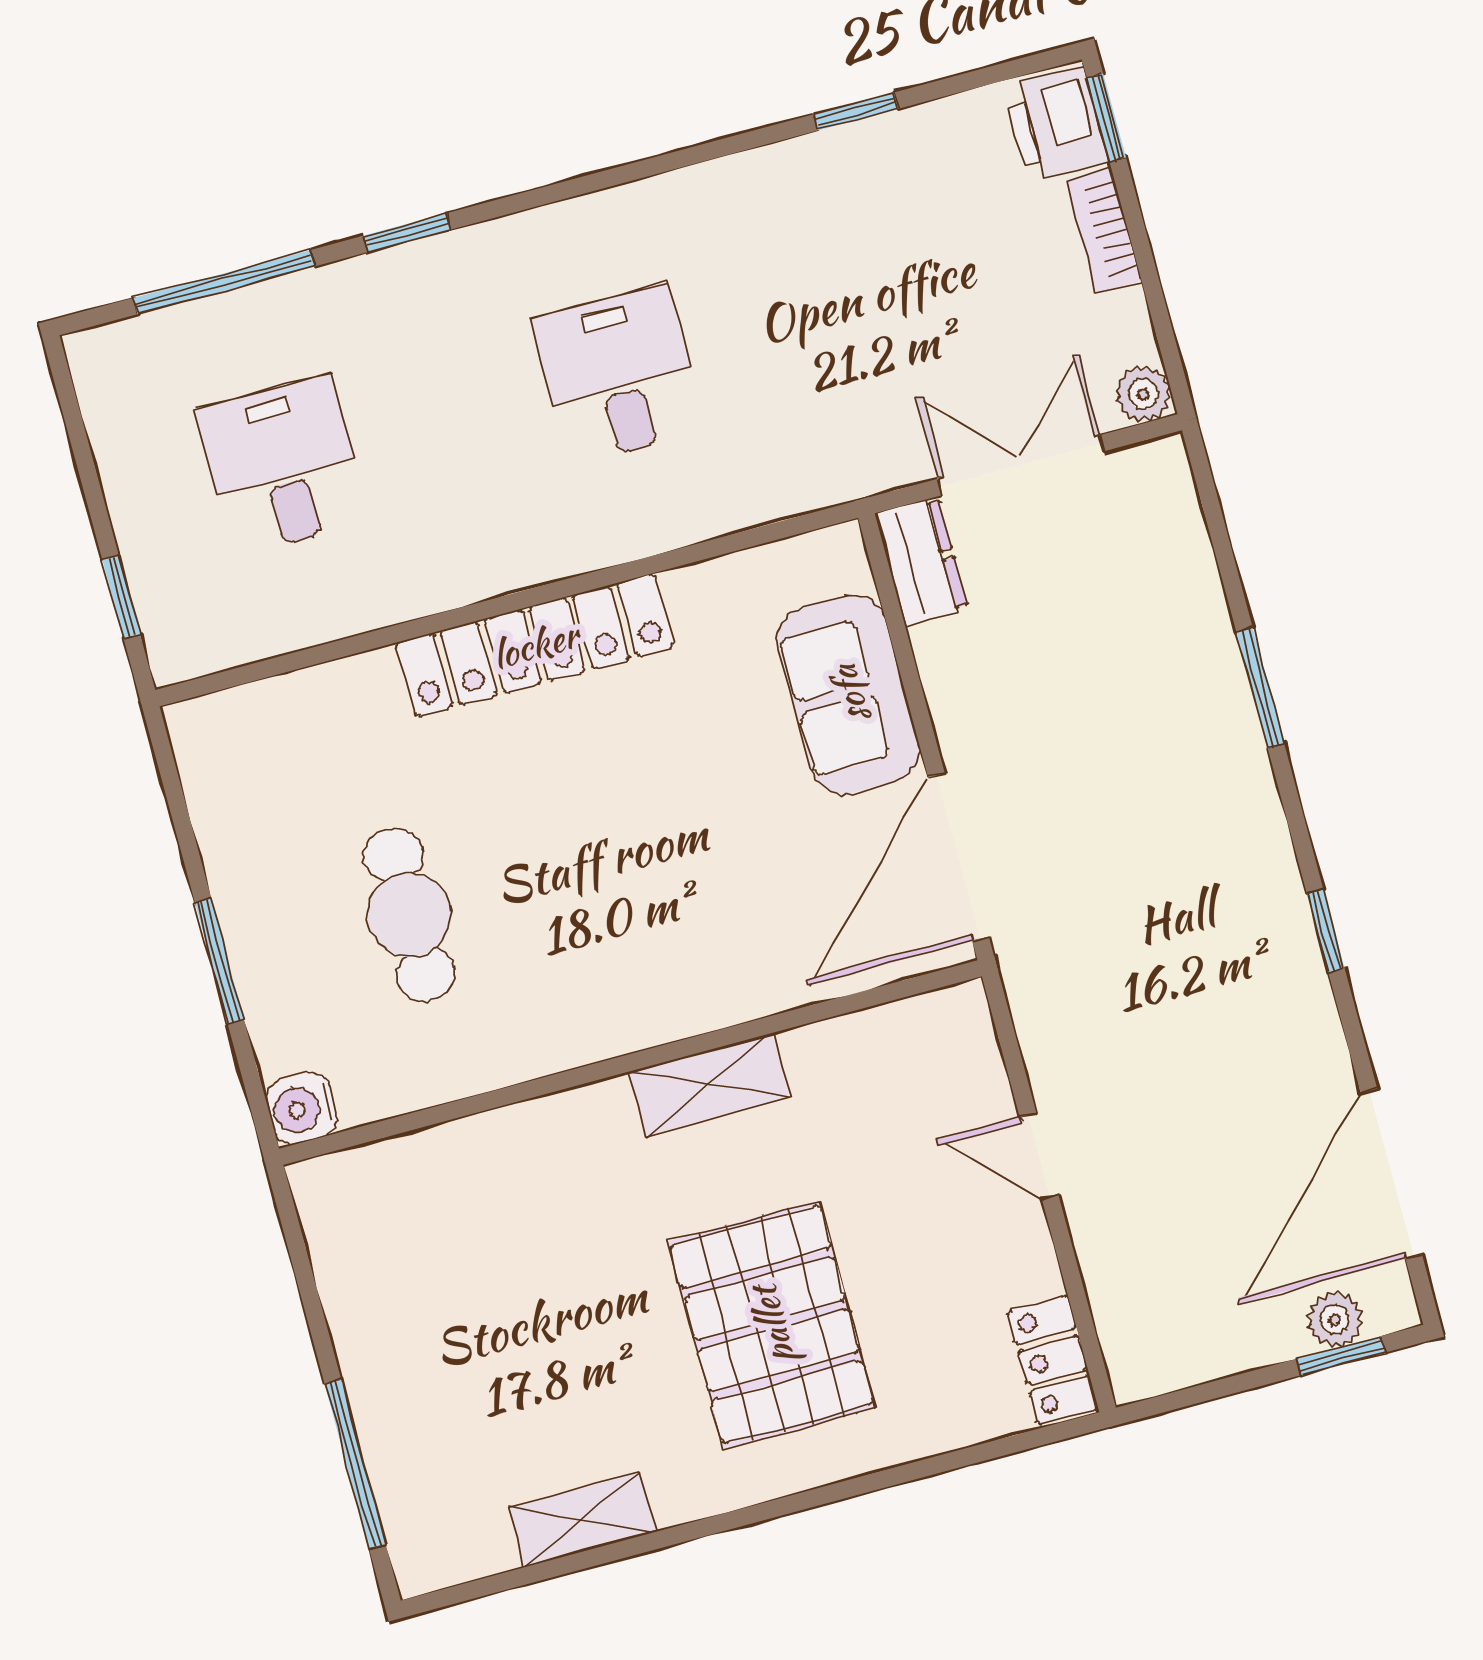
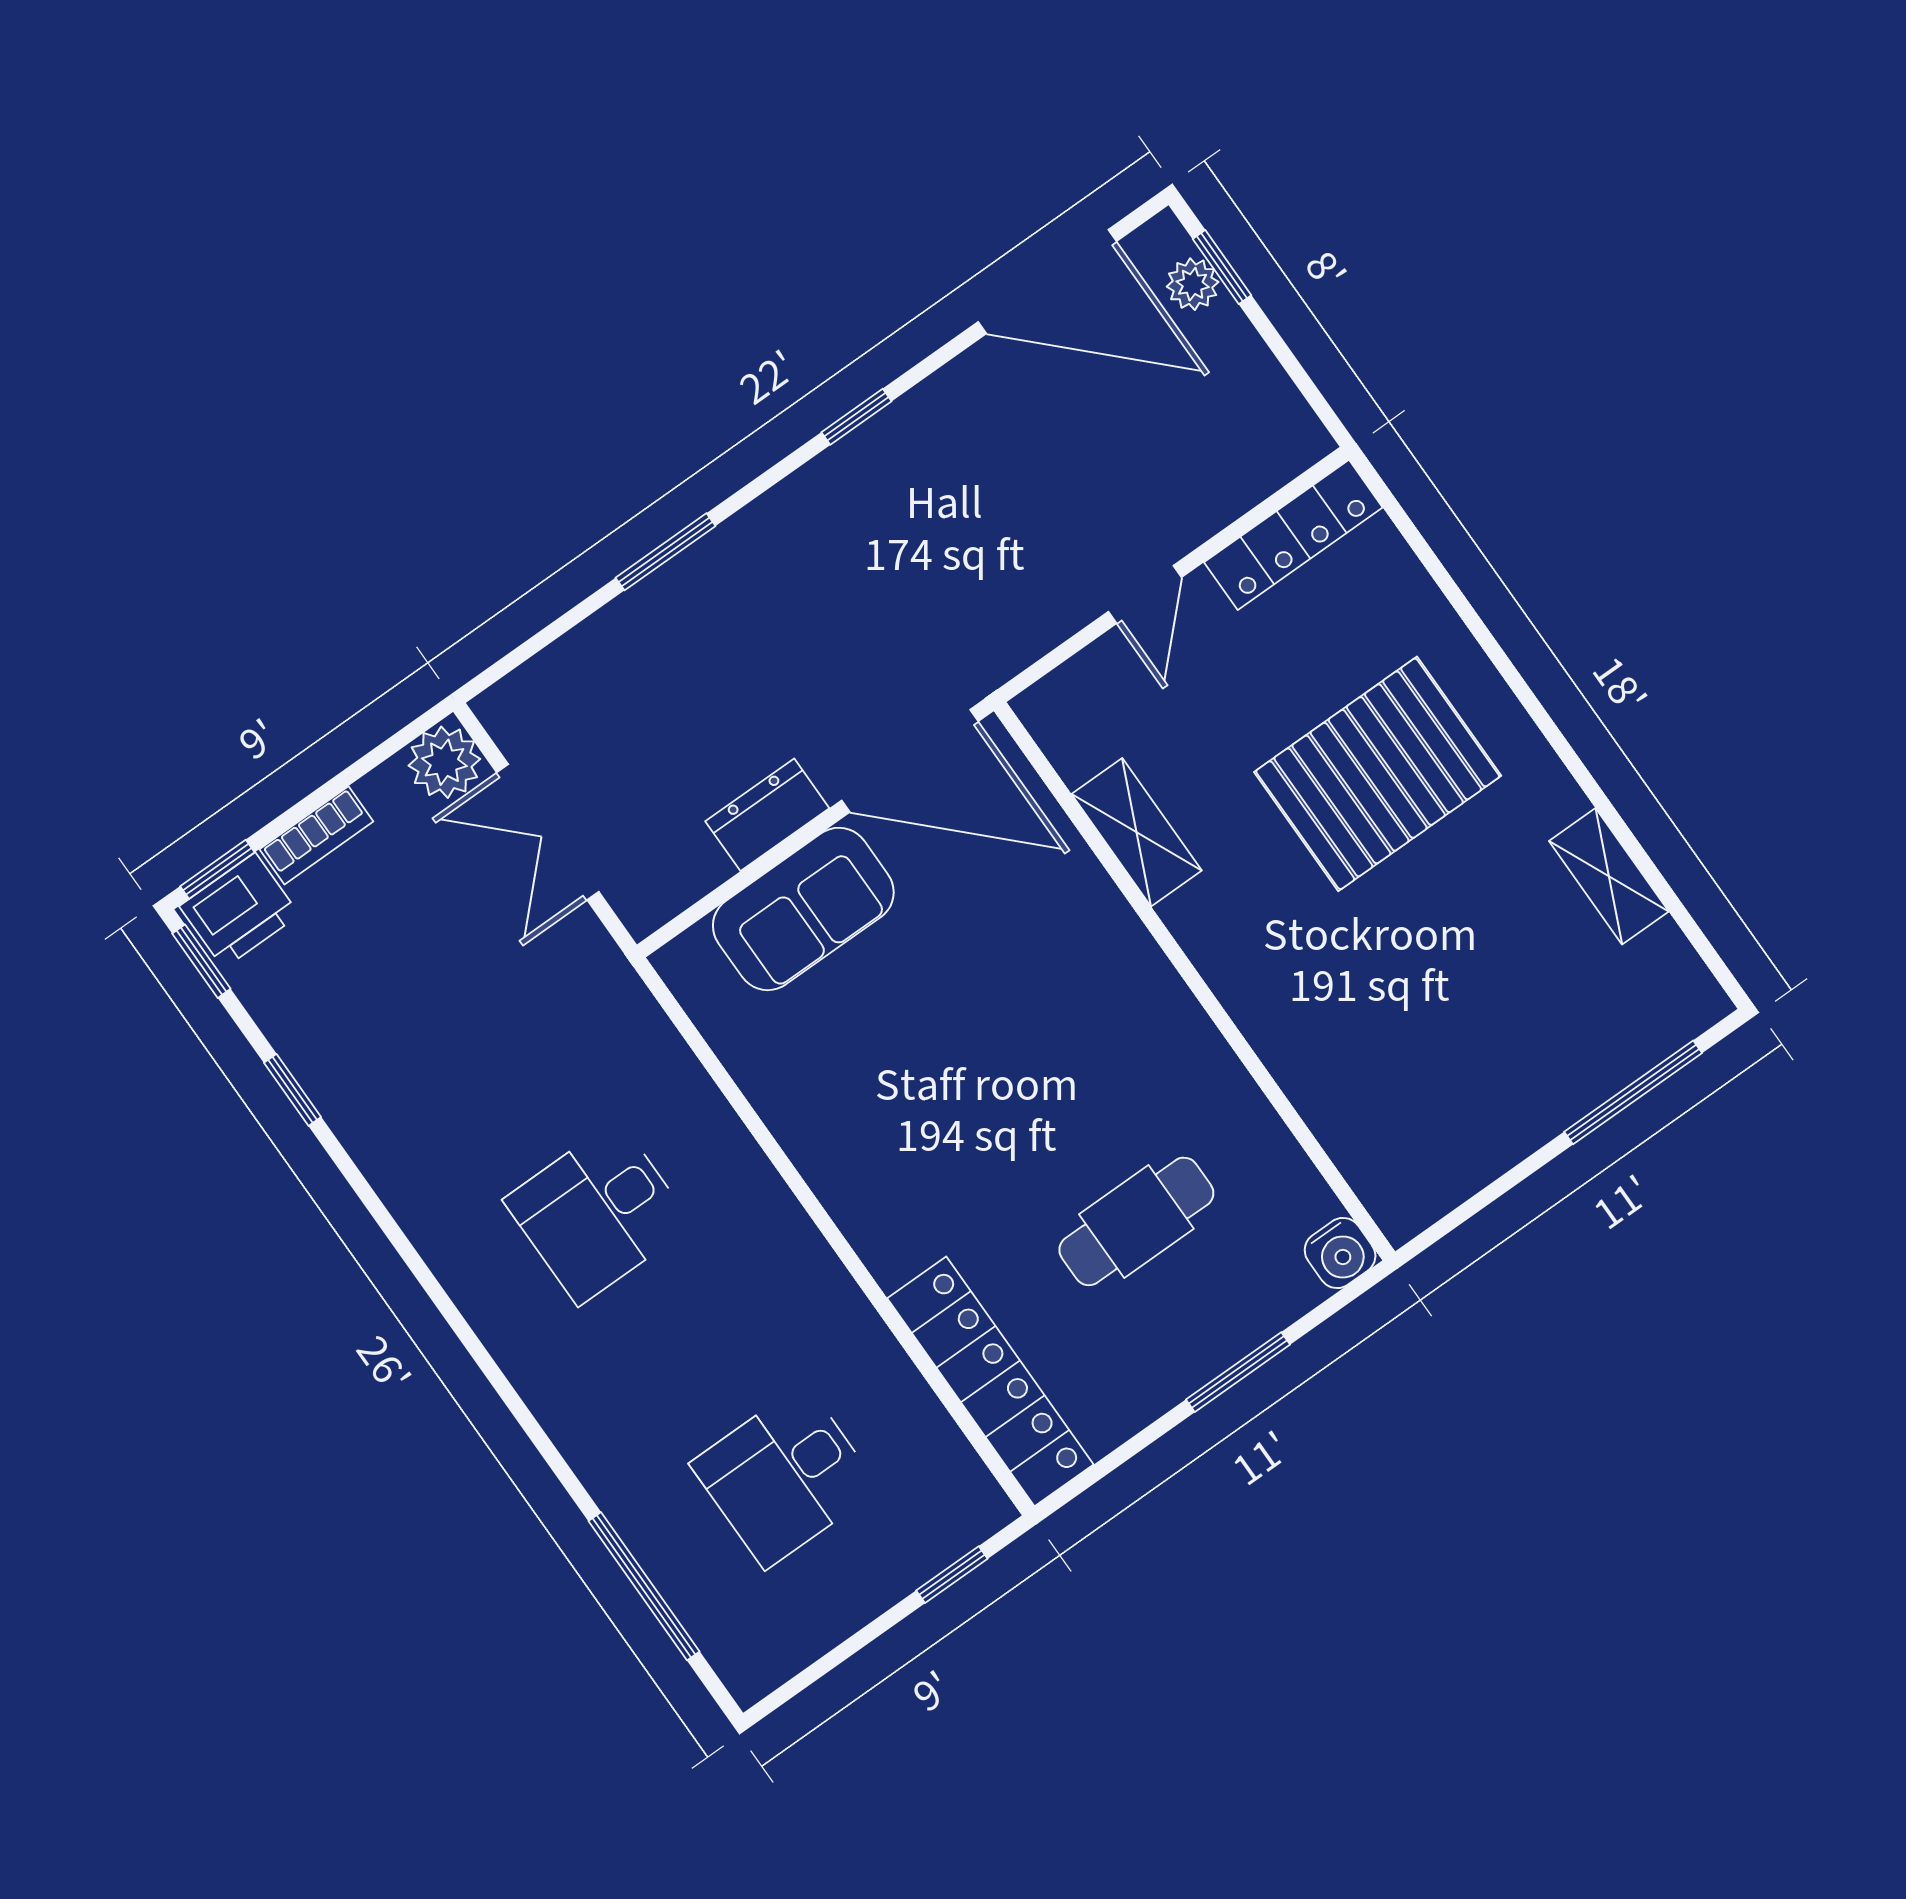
window: (407, 233) -> (201, 961), moved
plant: (1143, 394) -> (444, 762), width x1.38, depth x1.38
dresser: (921, 561) -> (767, 815), moved
locker: (535, 645) -> (990, 1381), moved
shelving: (709, 1085) -> (1137, 832), moved
locker: (1053, 1360) -> (1293, 535), width x1.53

